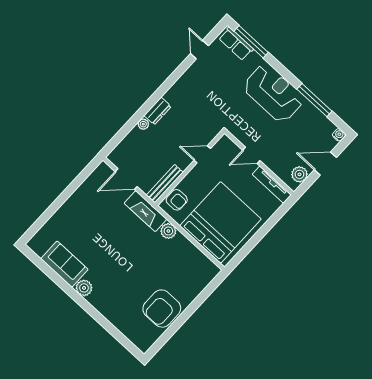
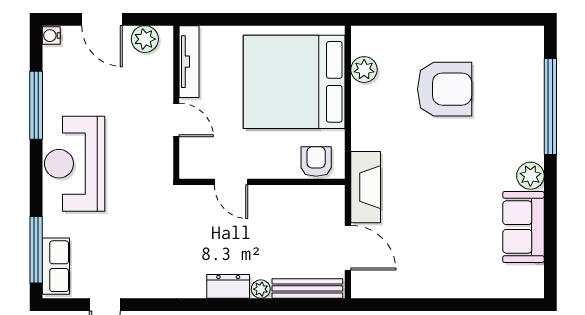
bench: (165, 184) -> (307, 288), moved
plant: (168, 231) -> (364, 70), moved
armchair: (162, 309) -> (445, 89), moved
window: (106, 325) -> (550, 106), added

